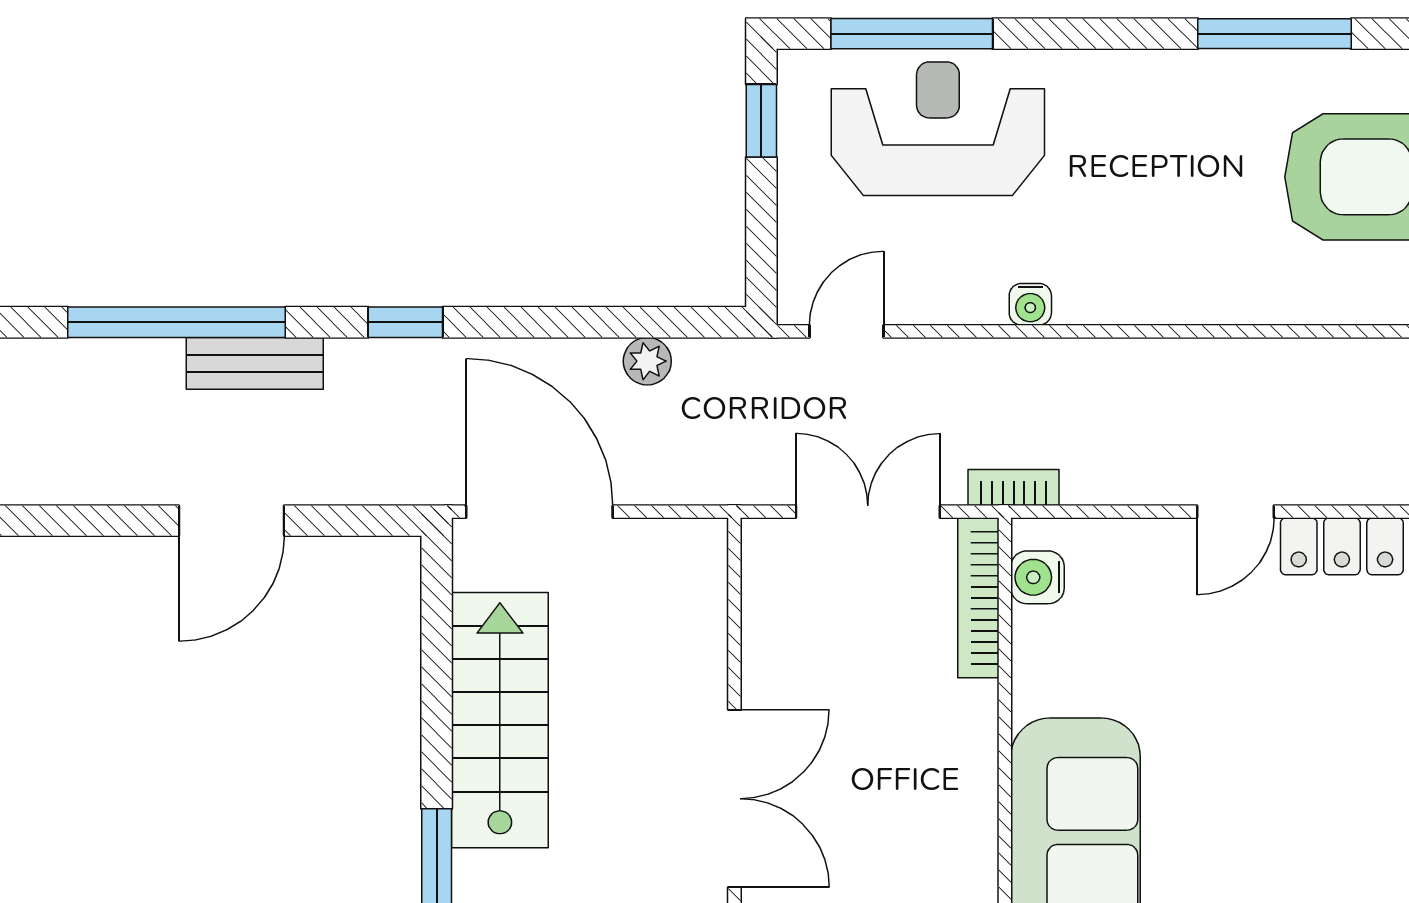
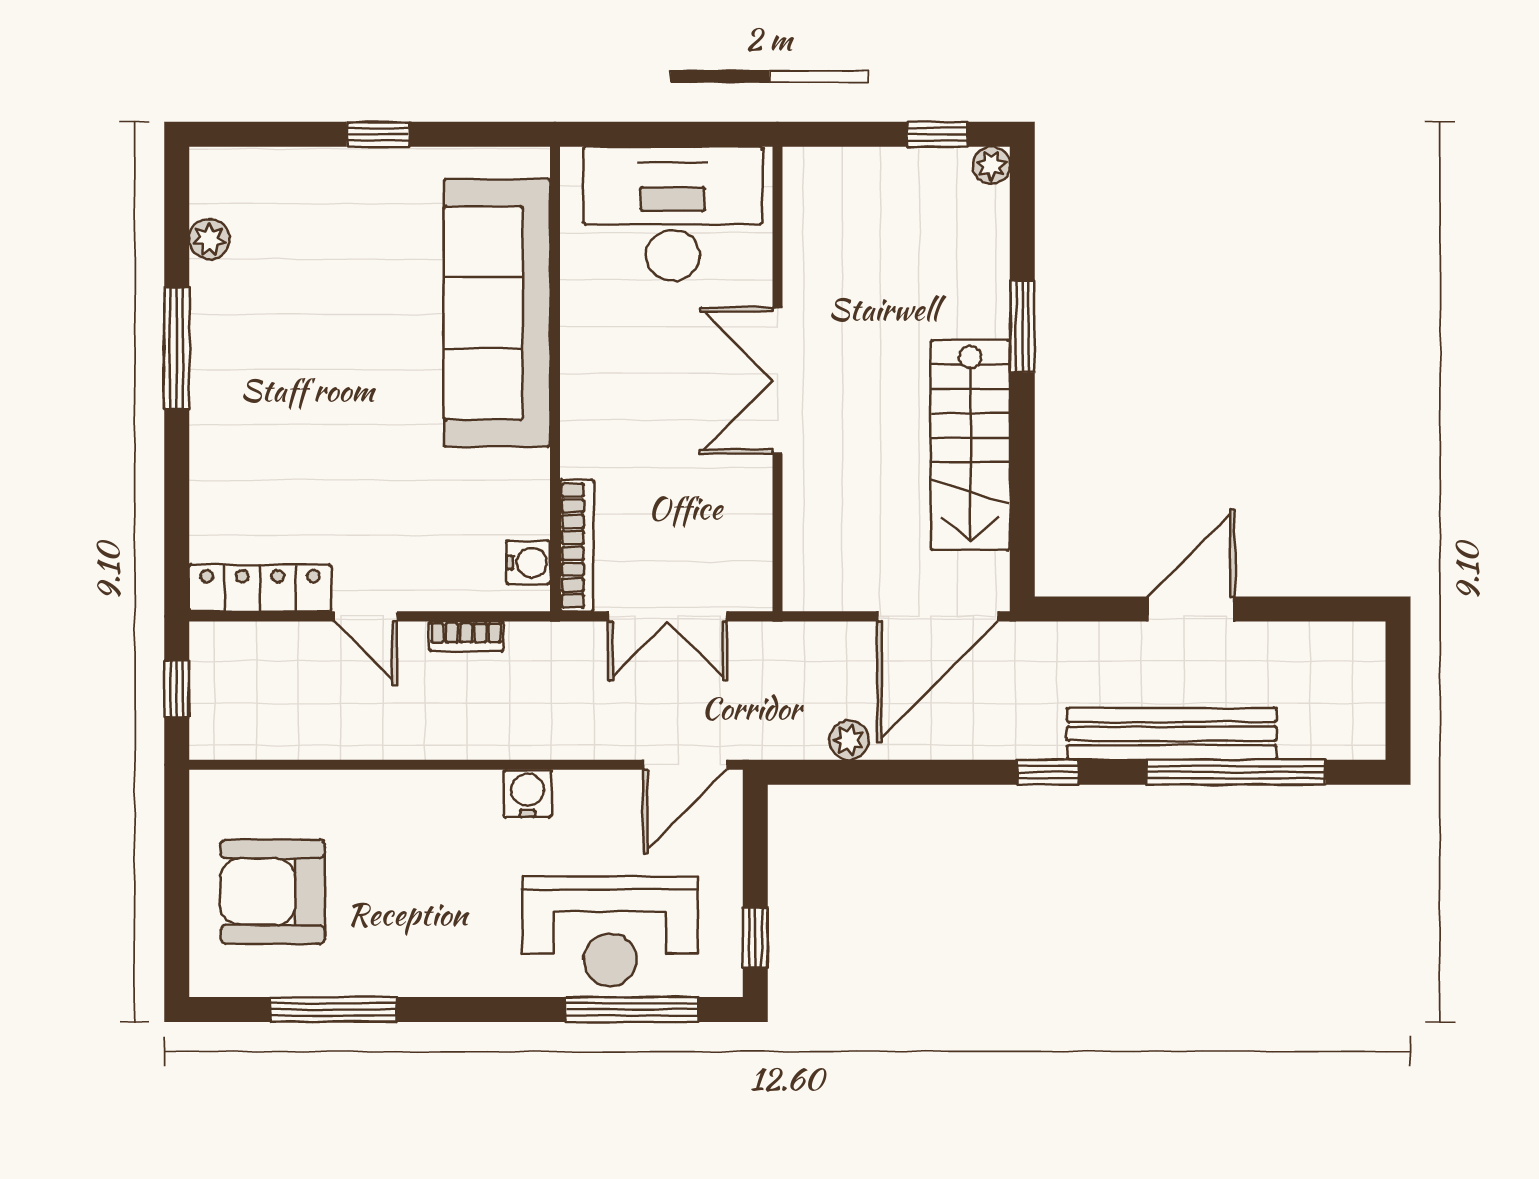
water cooler: (1030, 304) -> (528, 794), width x1.38, depth x1.38
door: (847, 331) -> (685, 765), width x1.38
bench: (255, 363) -> (1172, 734), width x1.86, depth x1.21
bookcase: (1014, 487) -> (466, 636), moved
door: (539, 512) -> (938, 616), hinge flipped
door: (1235, 512) -> (365, 616), swing flipped

